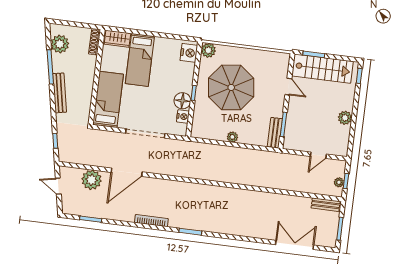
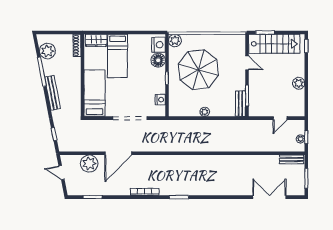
floor lamp: (182, 101) -> (158, 60), moved

